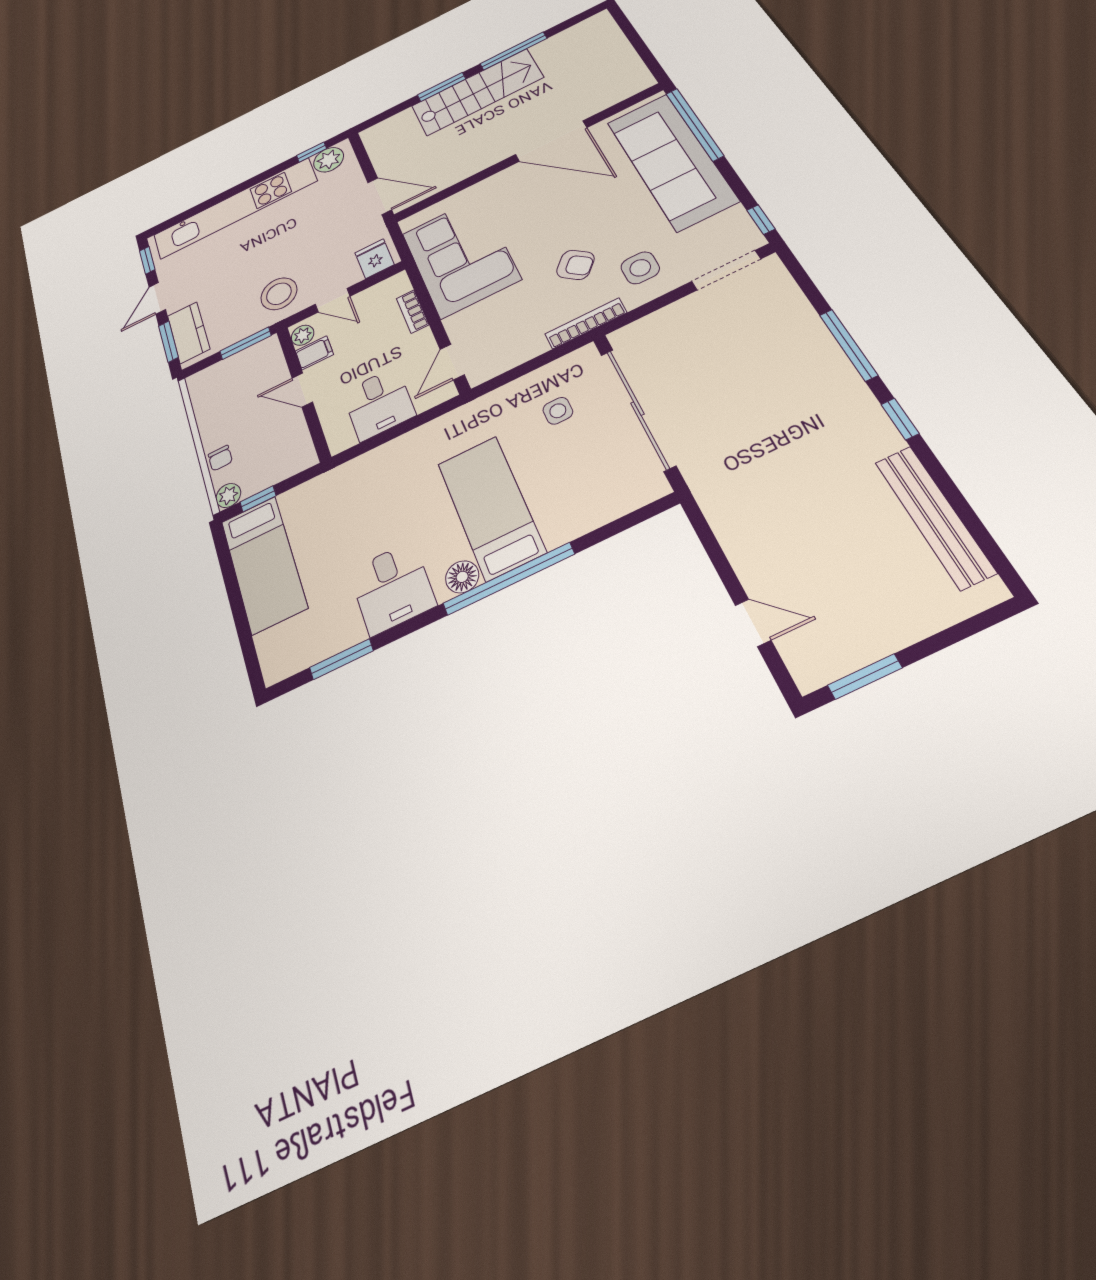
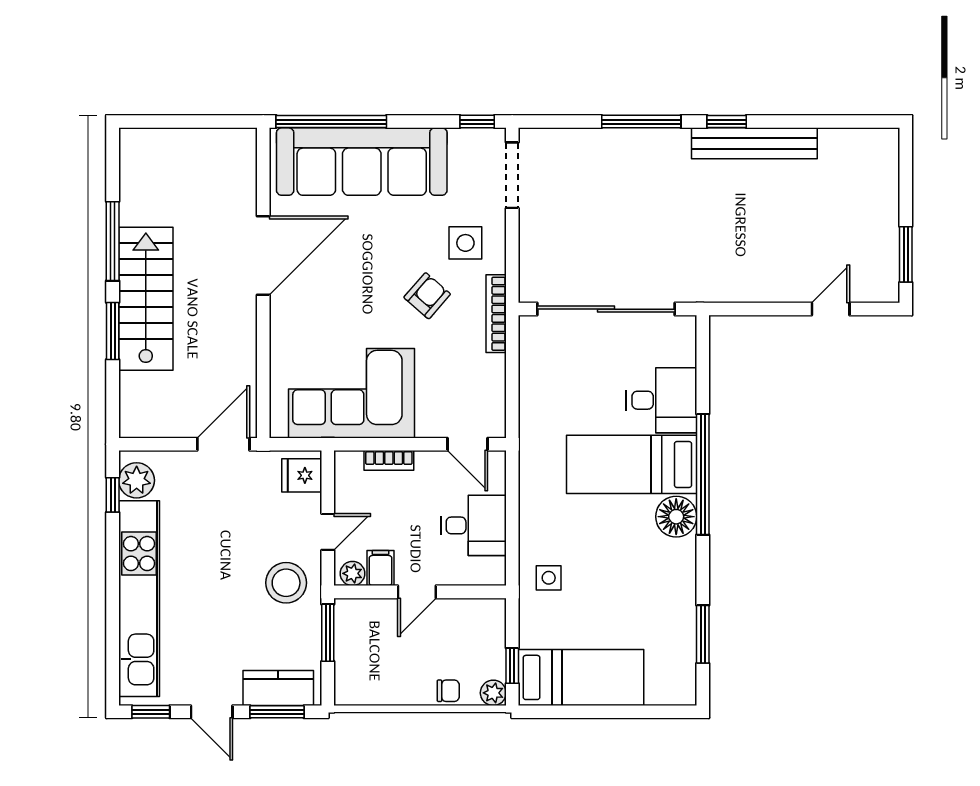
side table: (558, 411) -> (549, 578), moved
bench: (934, 516) -> (754, 143), moved
floor lamp: (462, 577) -> (676, 517), width x1.38, depth x1.38
desk: (392, 588) -> (662, 400), moved

